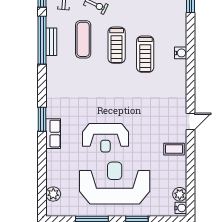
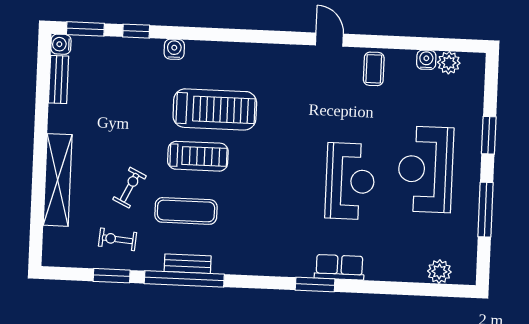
water cooler: (181, 53) -> (174, 49), moved
treadmill: (145, 54) -> (215, 109), width x1.37, depth x1.38
reception desk: (115, 183) -> (426, 169), width x0.74, depth x0.77
water cooler: (181, 208) -> (426, 60), moved

